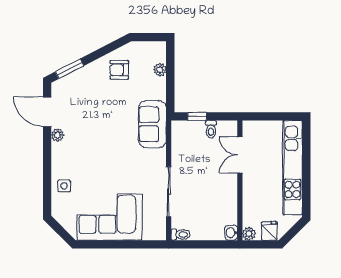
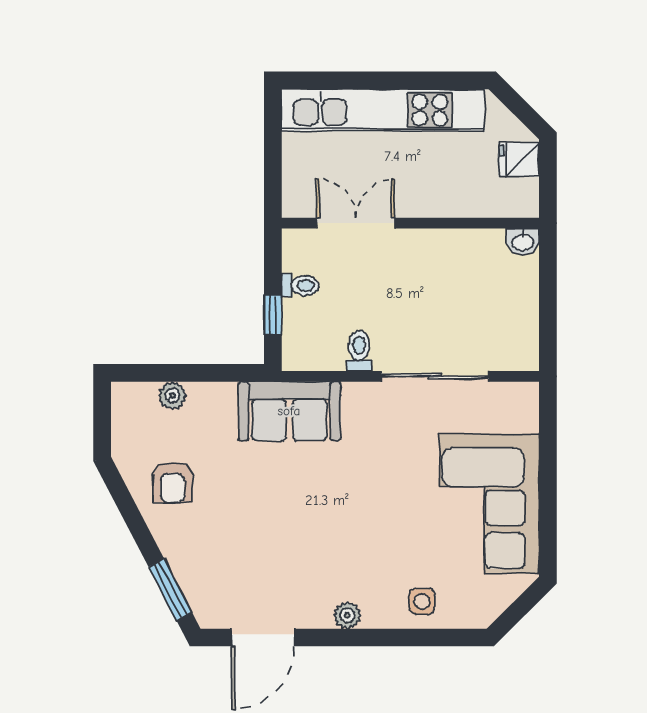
plant: (58, 135) -> (347, 615), moved
double door: (240, 155) -> (356, 223), swing flipped
plant: (249, 234) -> (525, 204), removed
toilet: (180, 235) -> (359, 351), moved

